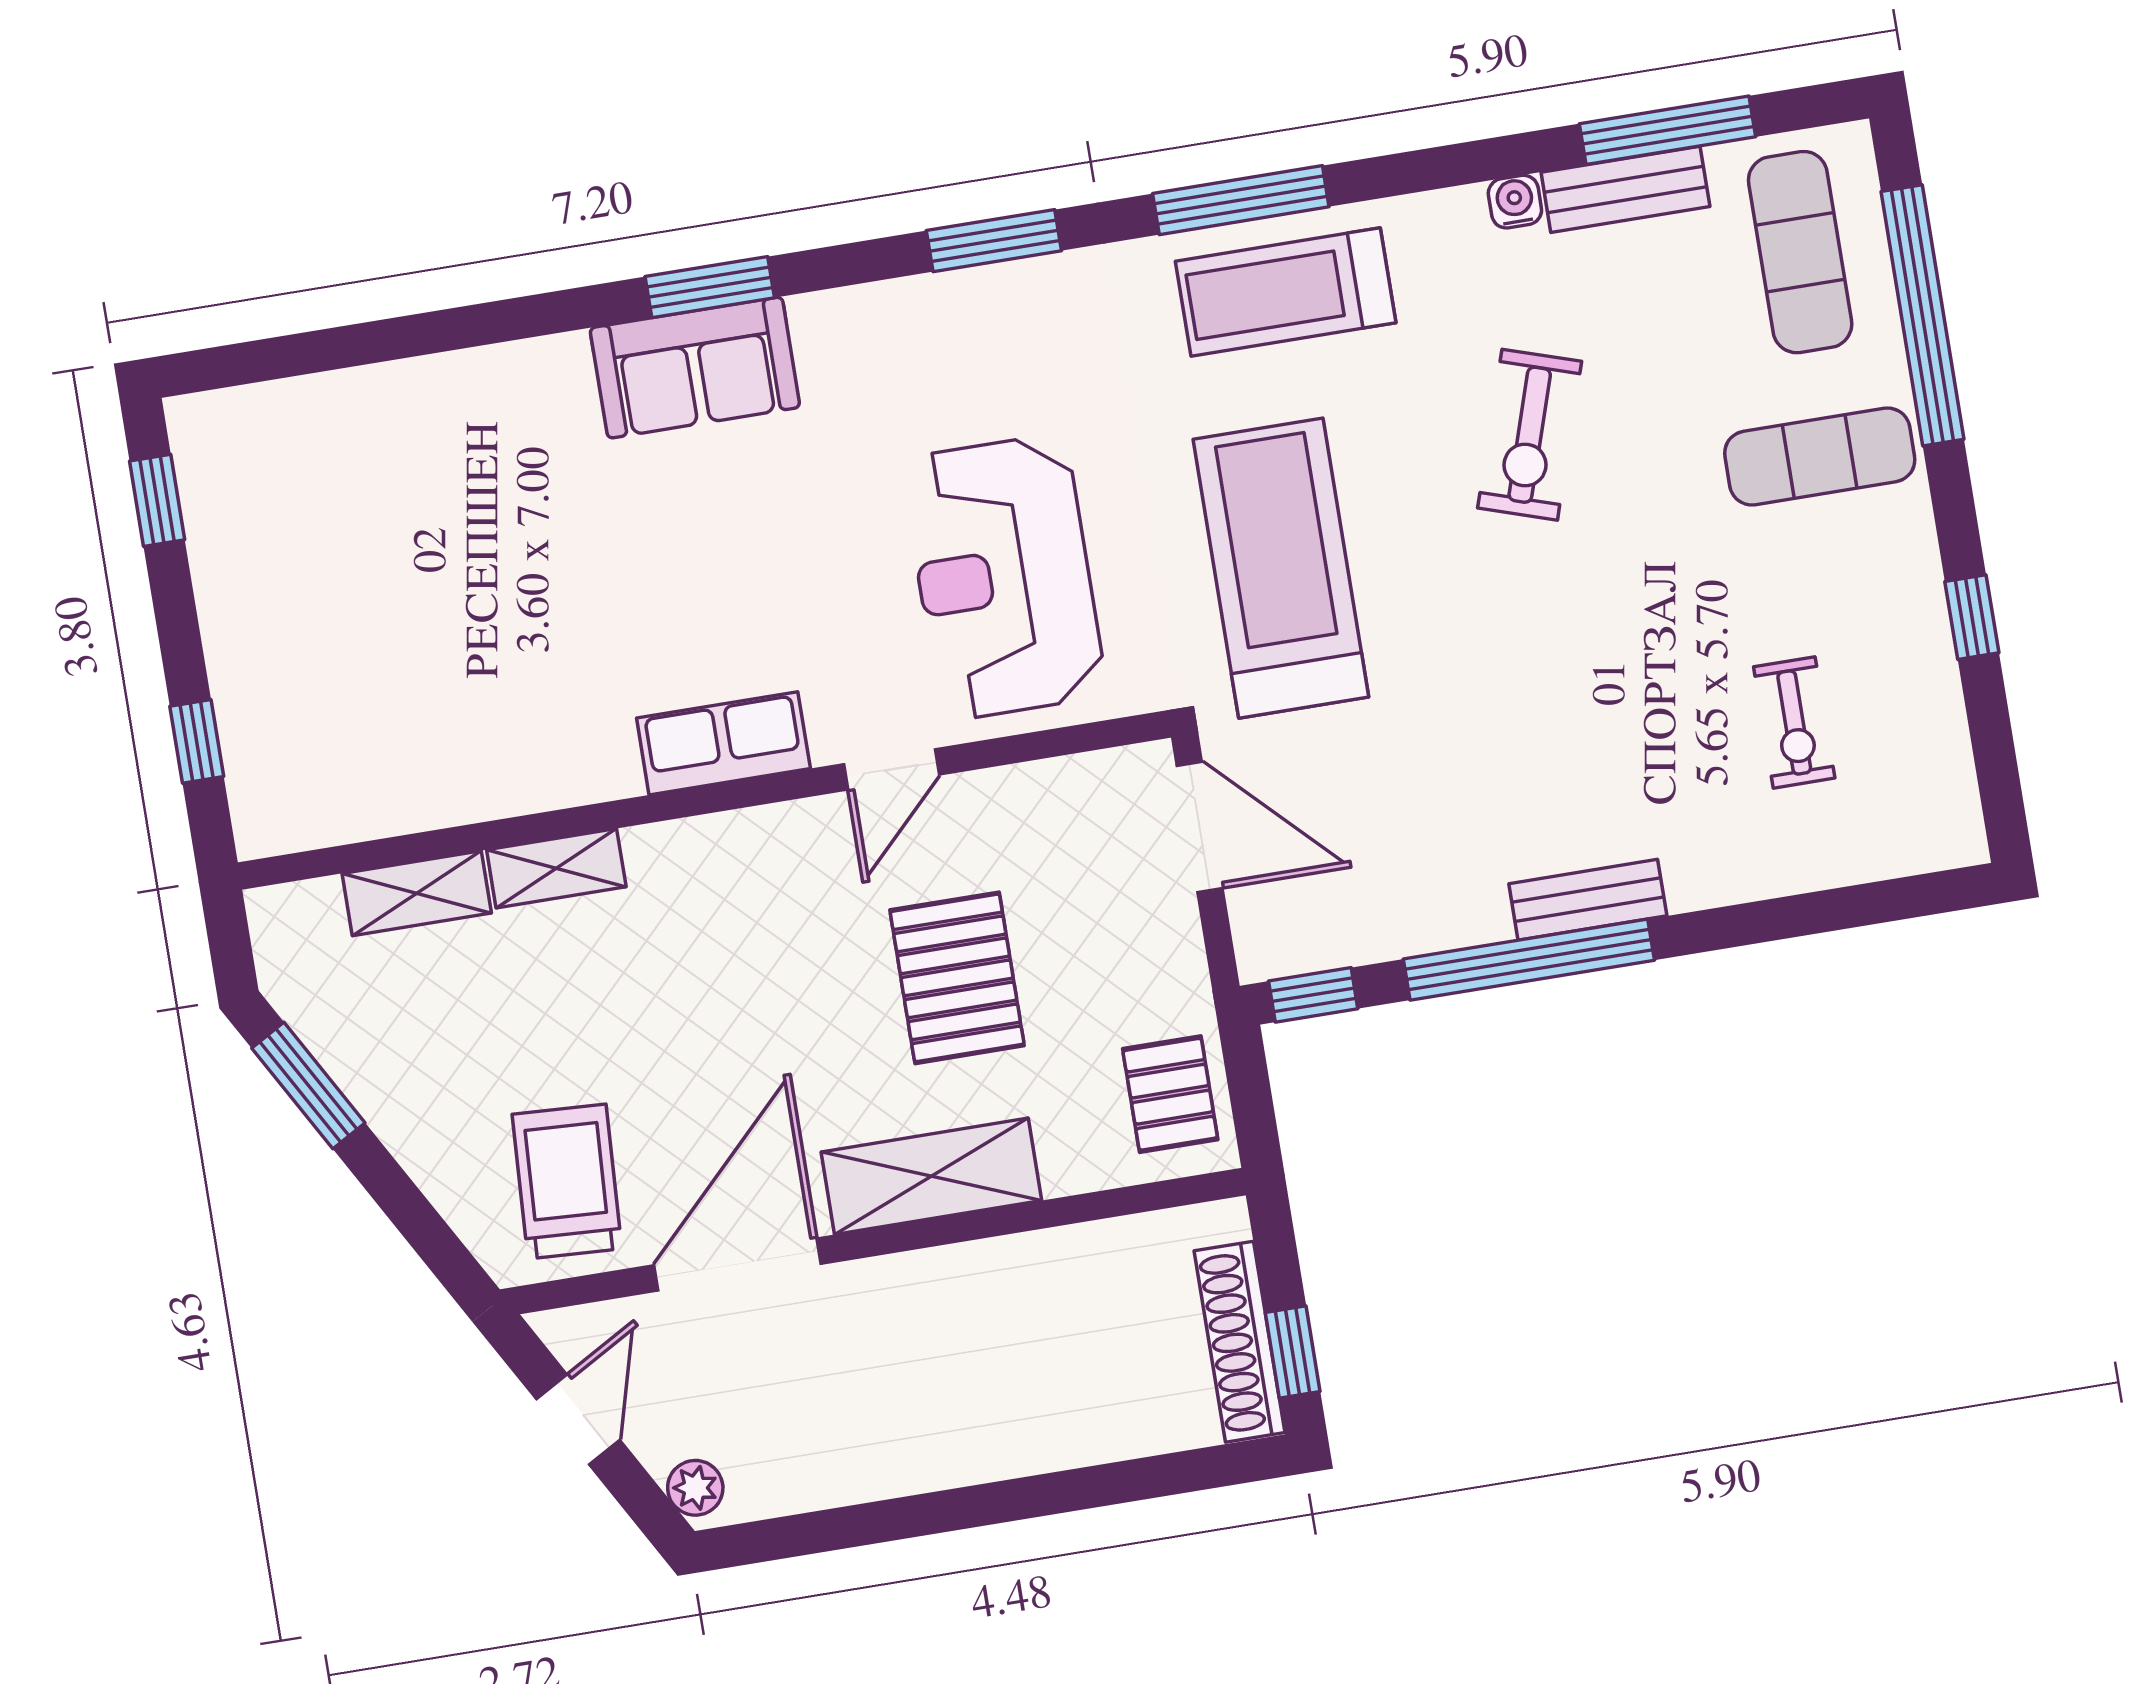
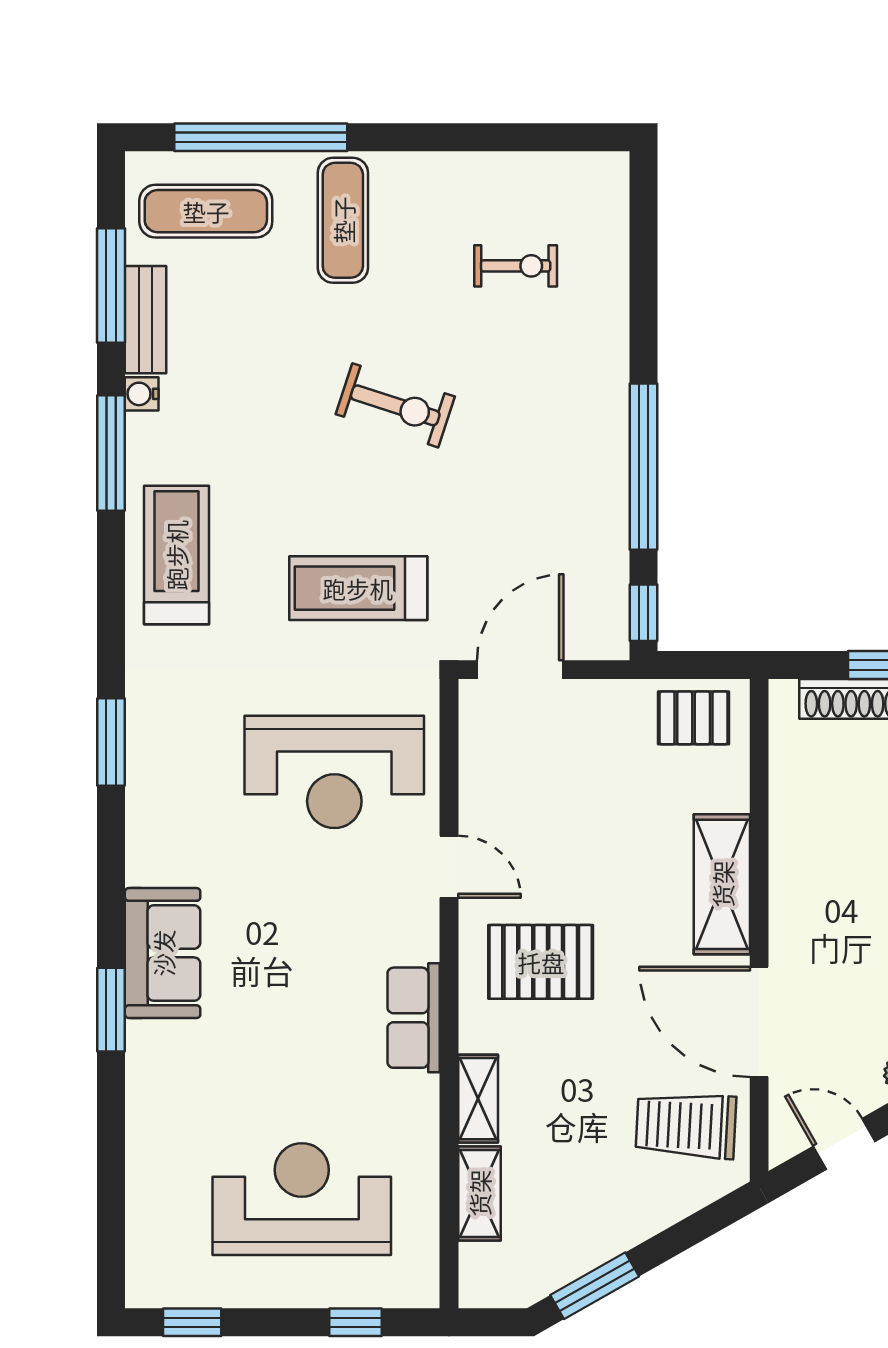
window: (1241, 200) -> (111, 453), moved
window: (710, 287) -> (111, 1010), moved
treadmill: (1286, 292) -> (176, 555), turned 180
exercise bike: (1530, 435) -> (395, 405), moved
treadmill: (1281, 568) -> (358, 588), width x0.73, depth x0.73
window: (1972, 617) -> (465, 137), removed
reception desk: (366, 632) -> (302, 1199), added
row of seats: (723, 743) -> (414, 1018), moved
bench: (1588, 900) -> (610, 421), removed
pallet: (957, 978) -> (541, 962), moved

